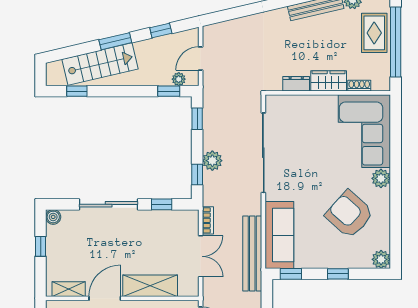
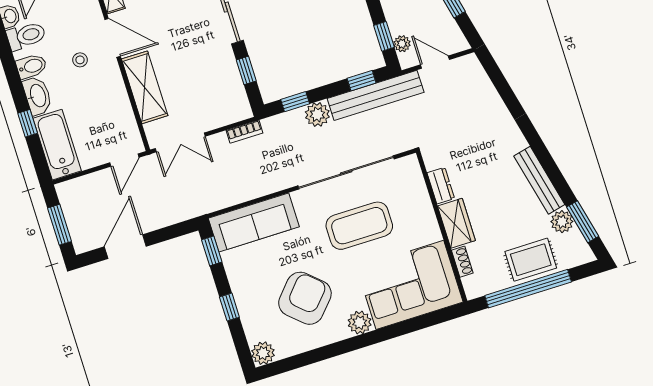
coffee table: (307, 155) -> (359, 226), added
bench: (252, 253) -> (376, 95), moved
double door: (201, 256) -> (180, 142), moved

